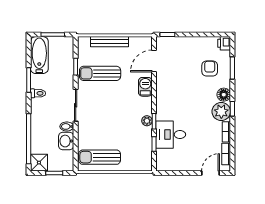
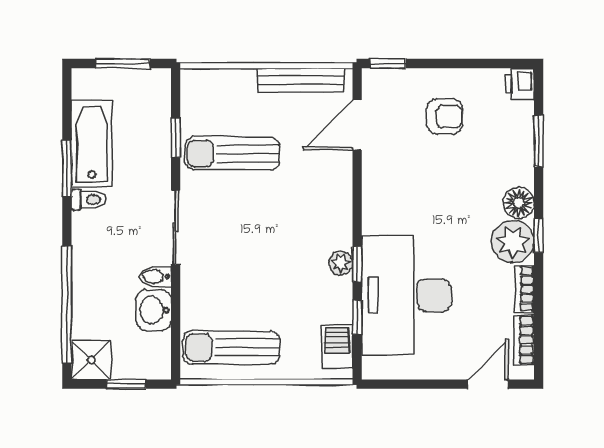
bench: (110, 42) -> (301, 80), moved
bathtub: (39, 55) -> (92, 143), moved
armchair: (210, 68) -> (445, 117), moved, turned 90
barbecue: (145, 87) -> (337, 347), moved
desk: (171, 135) -> (406, 295), width x1.87, depth x1.30

